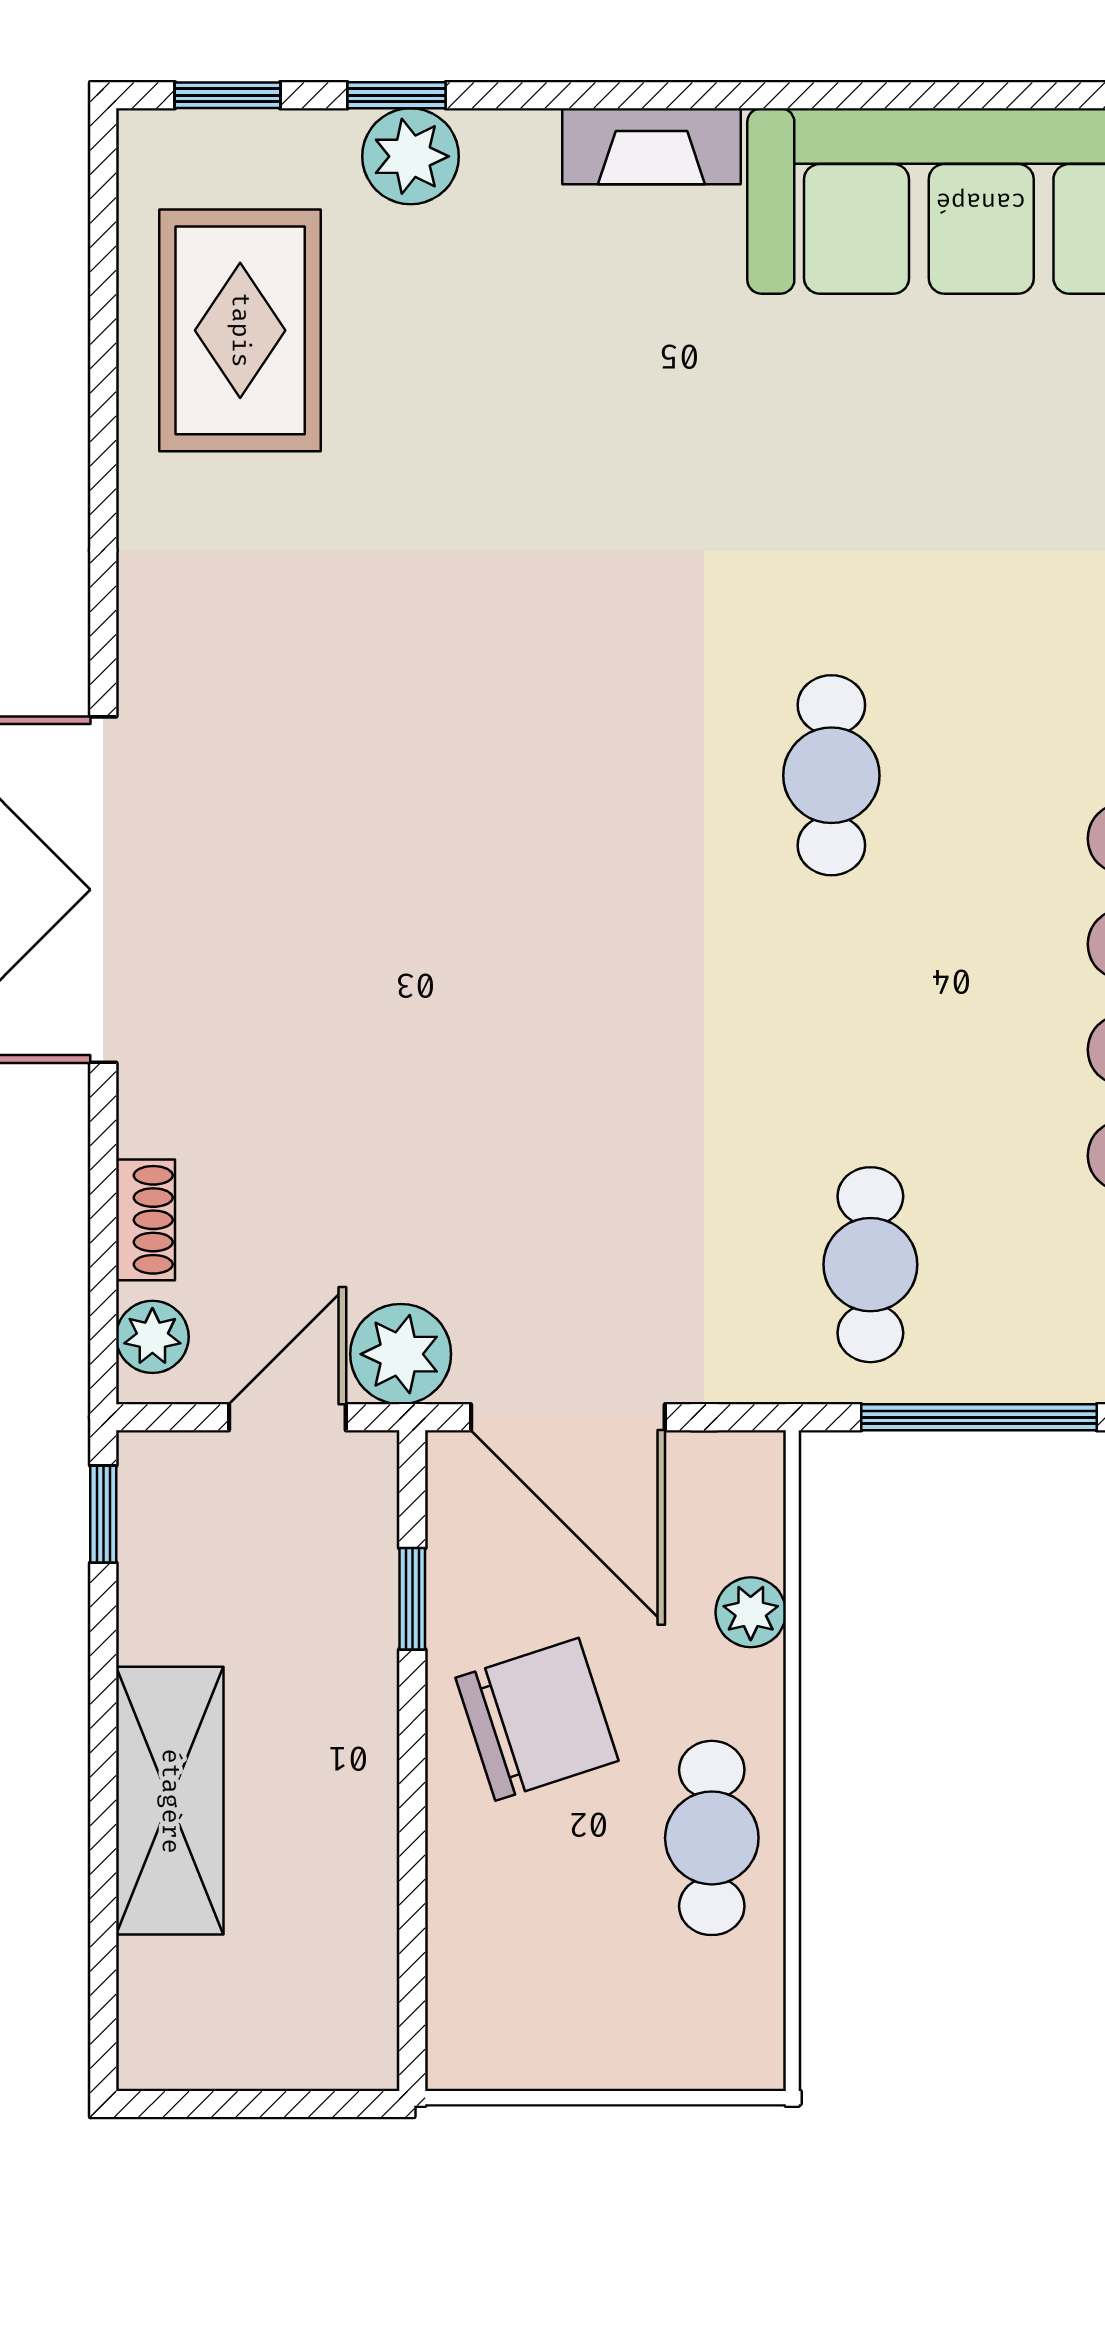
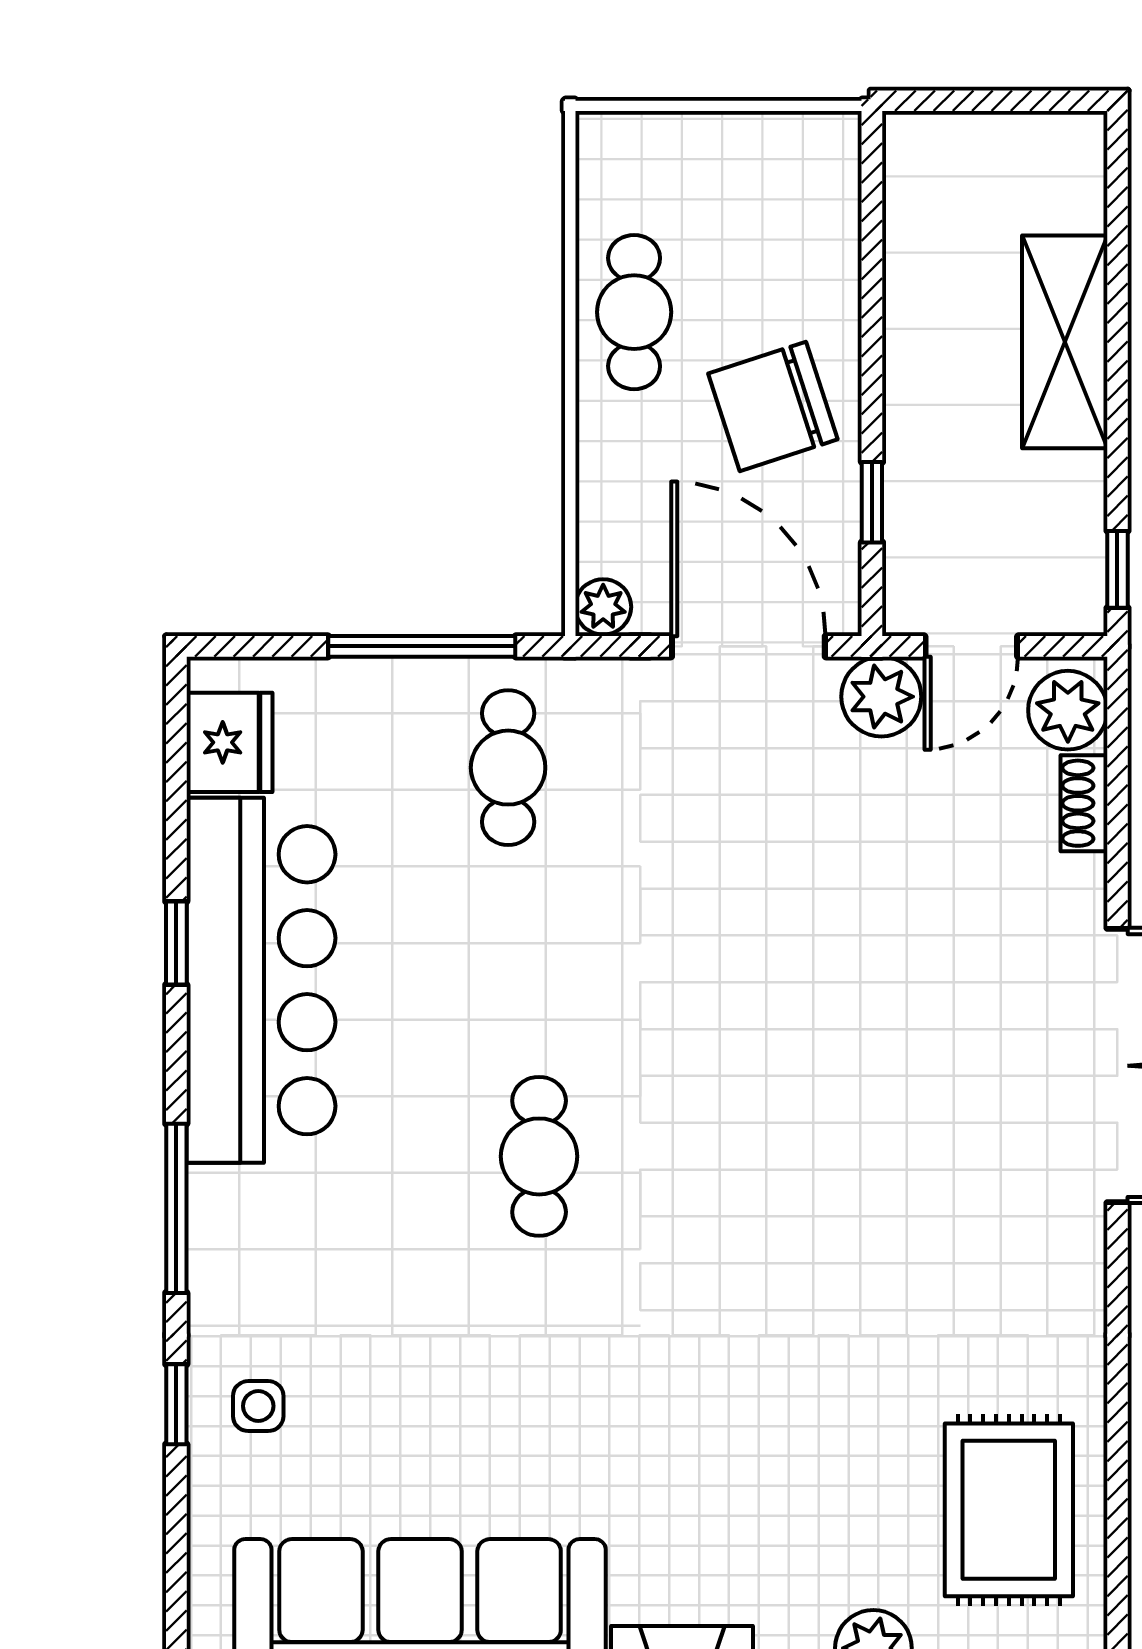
plant: (152, 1337) -> (1068, 710), width x1.38, depth x1.38
plant: (751, 1612) -> (603, 607), moved

